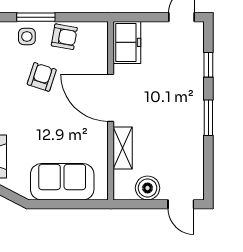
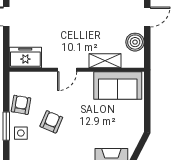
armchair: (42, 77) -> (51, 122), turned 95
door: (111, 98) -> (67, 70), width x0.53
sofa: (62, 182) -> (118, 85), moved, turned -90

